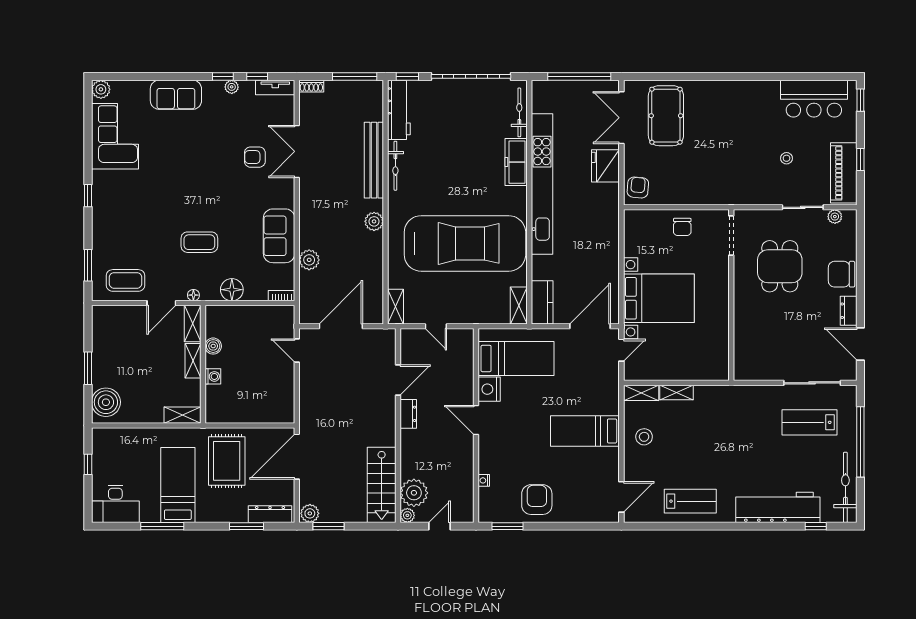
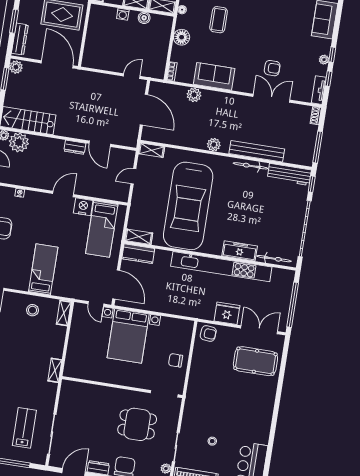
armchair: (255, 157) -> (272, 68), turned 90
shelving: (677, 392) -> (55, 370), moved

